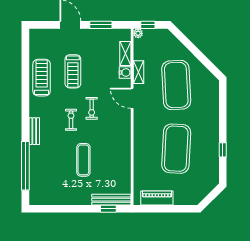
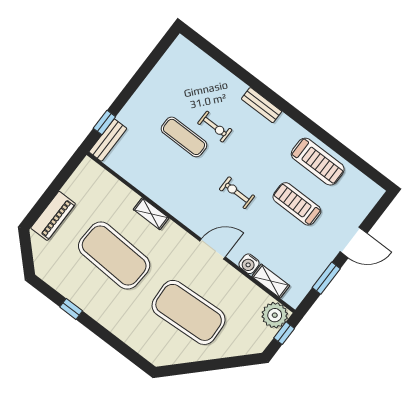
plant: (138, 33) -> (275, 315), width x1.88, depth x1.88
shelving: (138, 72) -> (151, 214), moved
exercise bike: (71, 120) -> (215, 127), moved
window: (25, 166) -> (229, 64), removed
piano: (157, 198) -> (53, 216), moved
bench: (111, 200) -> (108, 140), width x0.73

